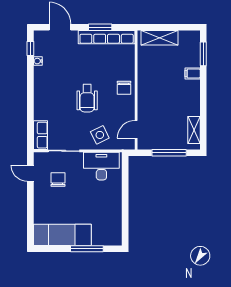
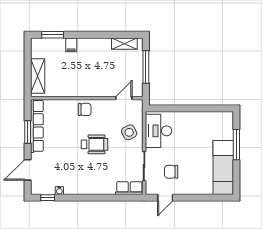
door: (136, 129) -> (124, 98), swing flipped

